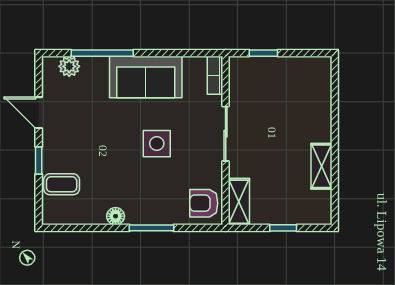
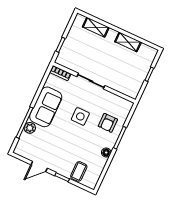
plant: (69, 66) -> (30, 128), moved
shelving: (239, 202) -> (96, 27), moved
armchair: (204, 203) -> (108, 123), moved

